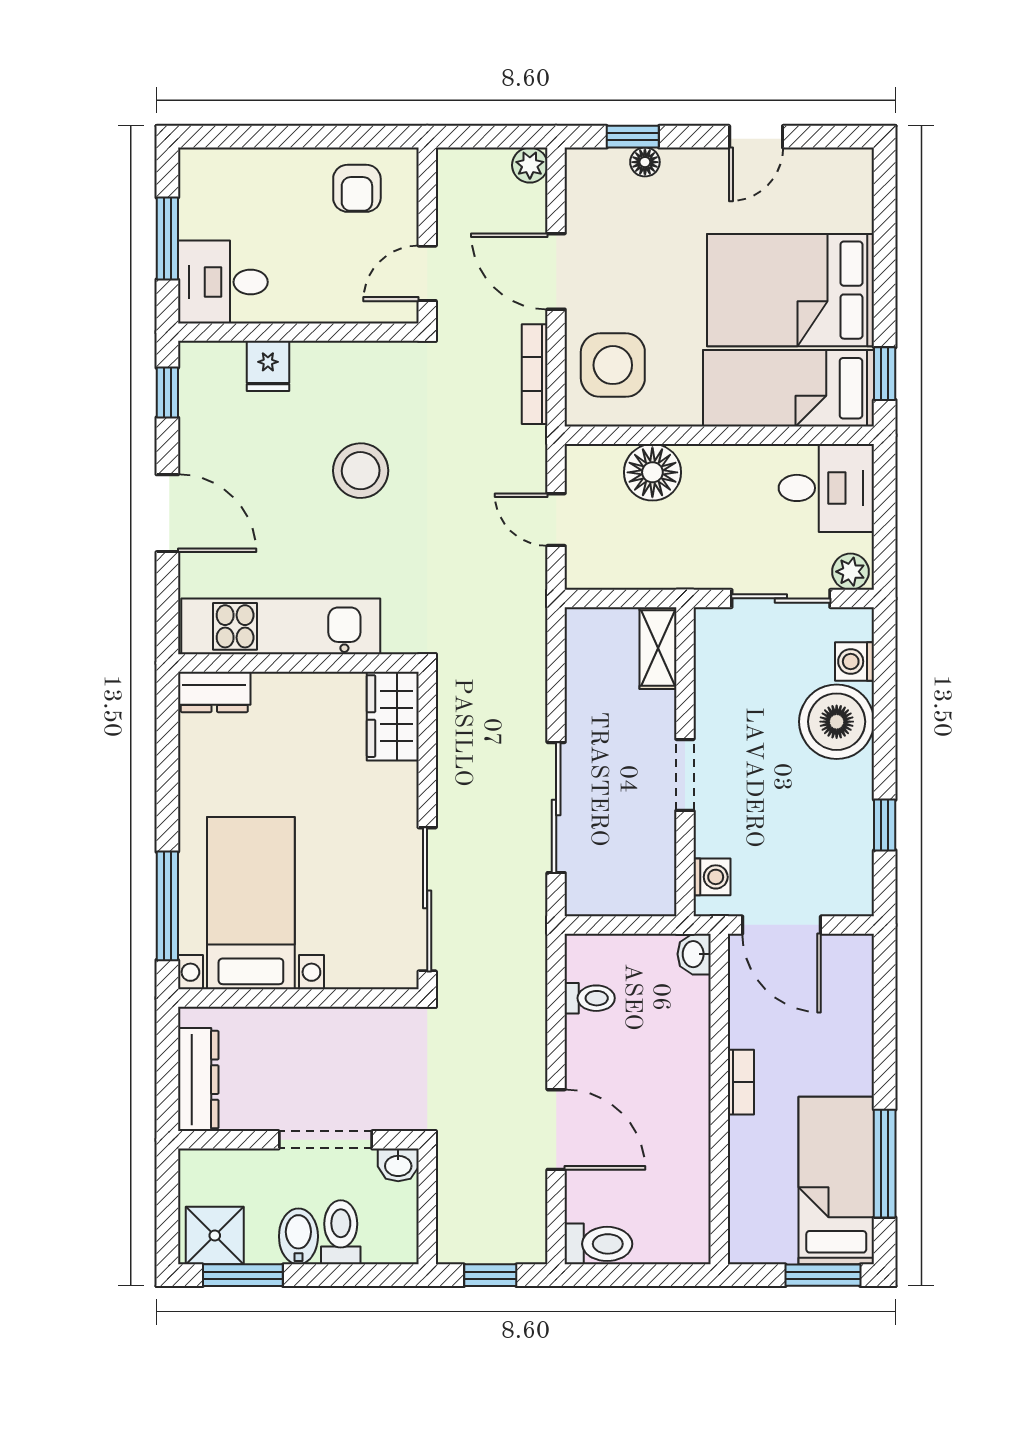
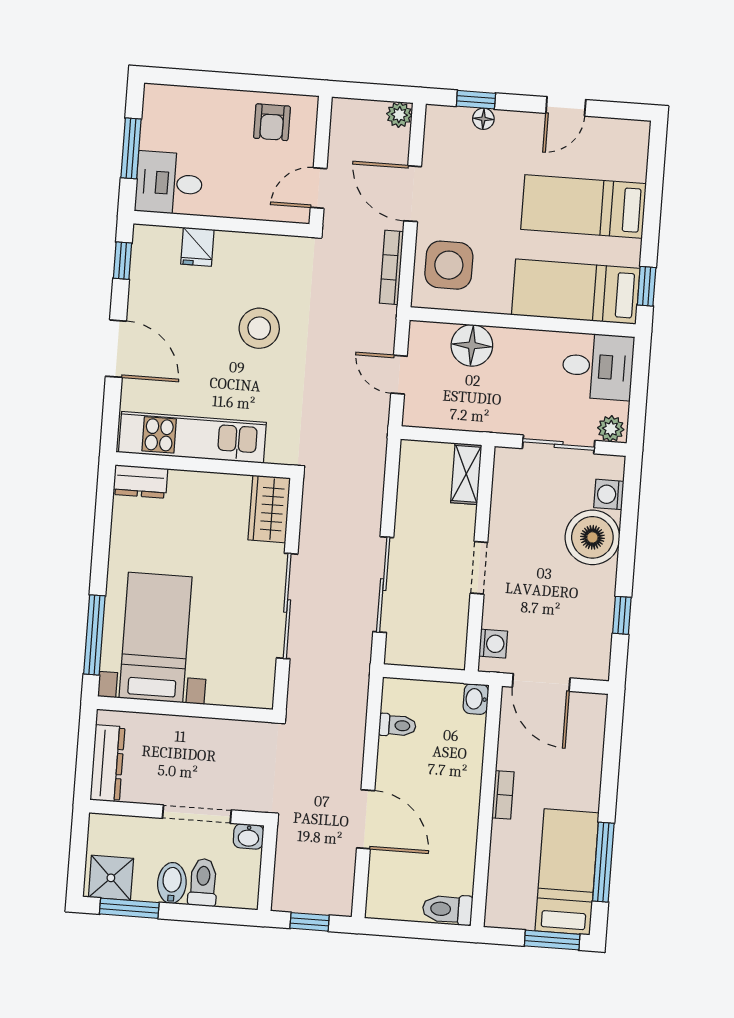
bed: (791, 290) -> (584, 206), width x0.67
sliding door: (427, 899) -> (287, 606), moved
toilet: (598, 1244) -> (447, 909), moved, turned 180

